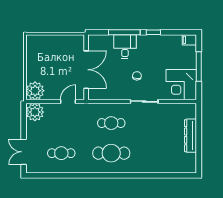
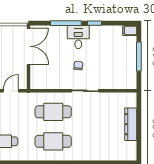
desk: (125, 47) -> (78, 37), moved
double door: (86, 70) -> (29, 46), moved
corner desk: (181, 85) -> (122, 74), removed
cafe table: (111, 123) -> (53, 112), width x1.37, depth x1.35

